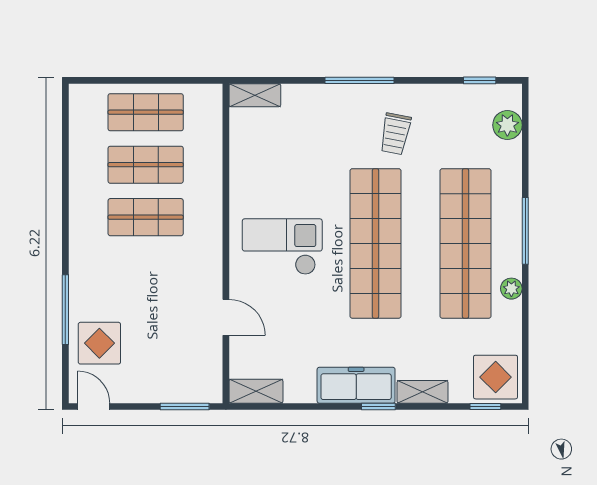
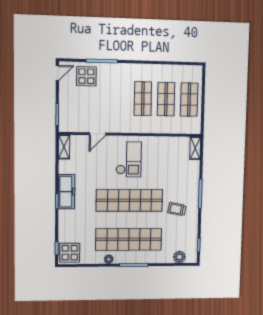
shelving: (422, 392) -> (63, 221), removed

